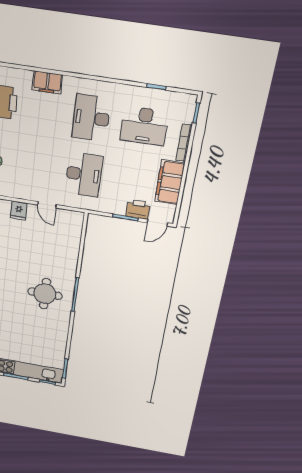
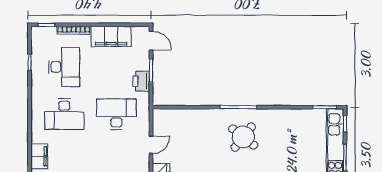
printer: (138, 209) -> (141, 81), moved
round table: (45, 294) -> (243, 137), turned 38

